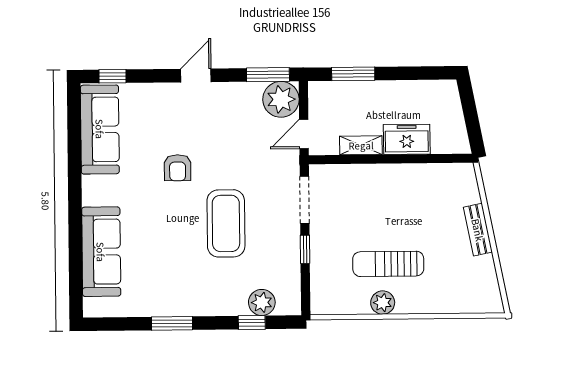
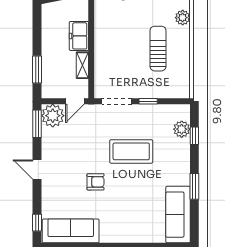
door: (304, 134) -> (75, 101), hinge flipped
sofa: (101, 252) -> (178, 215), moved, turned -90
sun lounger: (388, 264) -> (158, 49), turned 180
plant: (383, 303) -> (183, 18), moved

